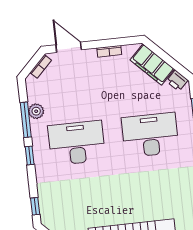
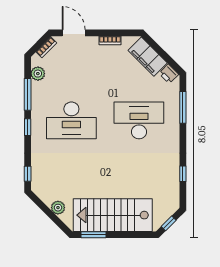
plant: (36, 111) -> (38, 74), moved
desk: (77, 143) -> (71, 120), turned 180

